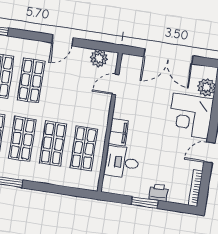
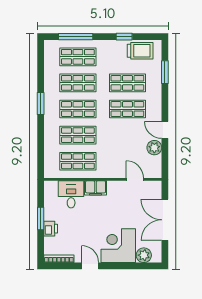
plant: (99, 58) -> (154, 148), moved

